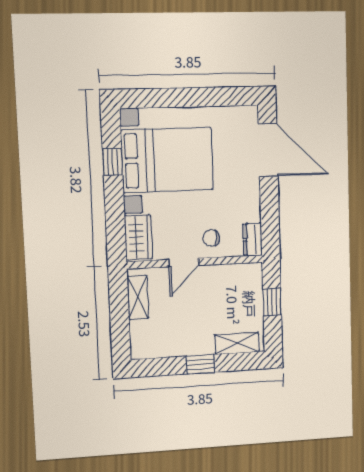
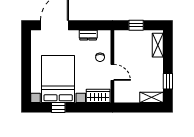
dresser: (253, 239) -> (88, 35), moved
shelving: (138, 297) -> (151, 97), moved
window: (200, 364) -> (168, 81), moved

